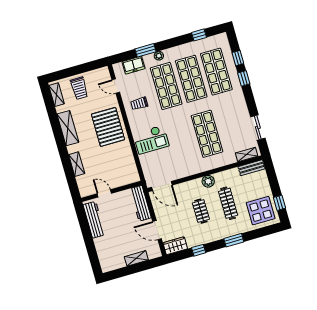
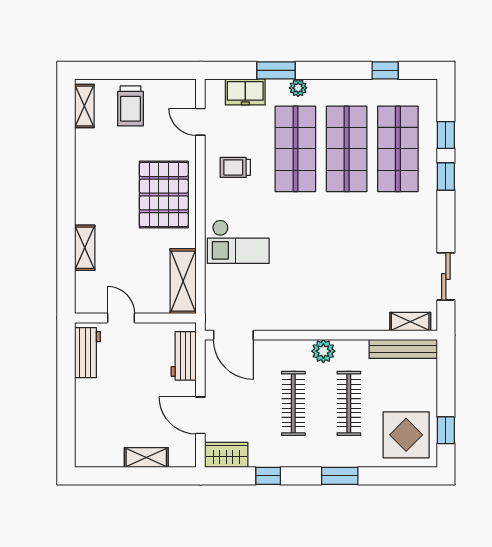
shelving: (68, 128) -> (183, 281), moved
shop shelf: (207, 134) -> (347, 261), removed
bench: (252, 168) -> (403, 349), width x1.36
workbench: (140, 203) -> (184, 356), width x0.73
clothes rail: (201, 211) -> (293, 403), width x1.36
workbench: (94, 220) -> (87, 353), width x0.73

